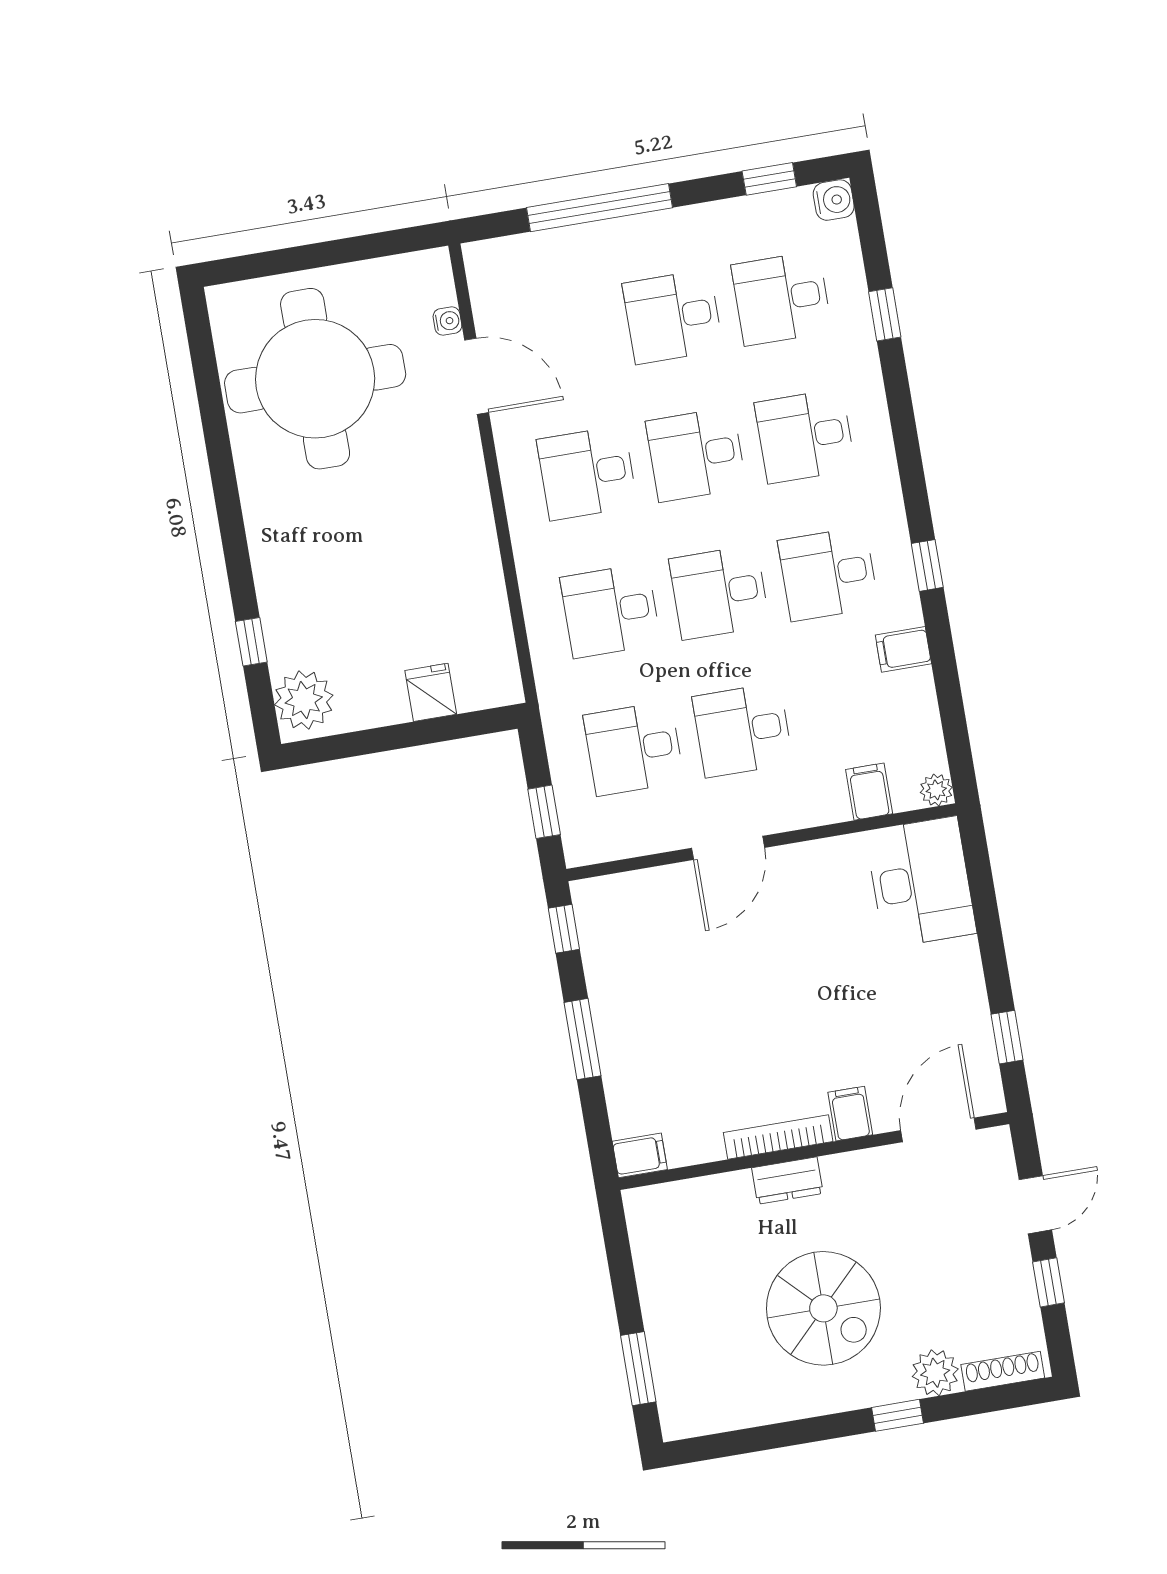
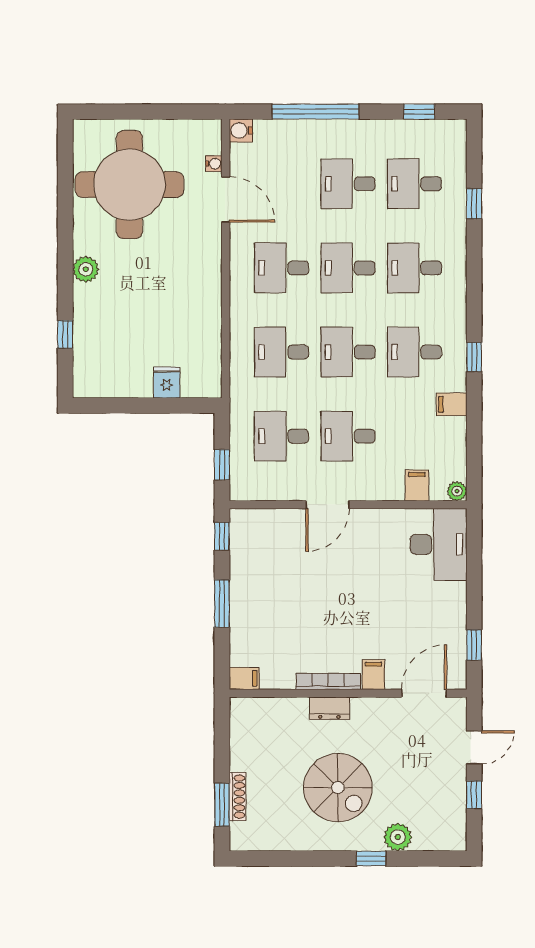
water cooler: (834, 200) -> (241, 130), moved, turned 180
plant: (304, 700) -> (86, 269), moved, width x0.73, depth x0.73
shoe rack: (1003, 1371) -> (237, 797), moved, turned 90

